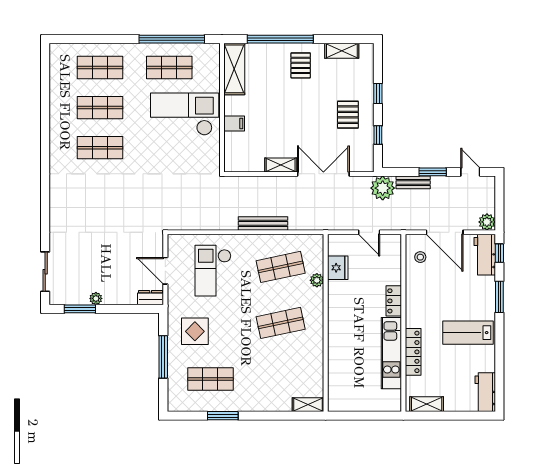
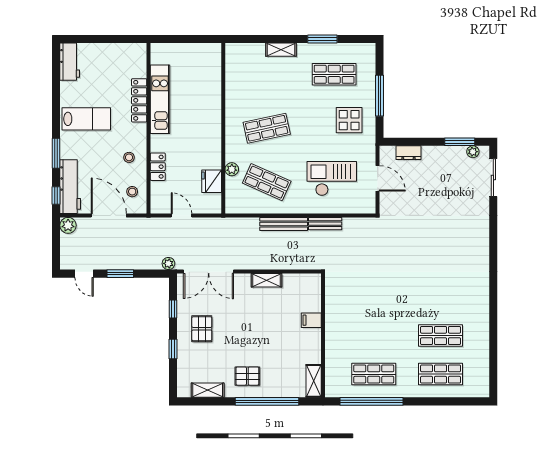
pallet: (301, 65) -> (247, 376), turned 90
shelving: (234, 69) -> (314, 381), width x0.67, depth x0.75
checkout: (185, 114) -> (359, 329), removed
shop shelf: (100, 148) -> (441, 297), removed
double door: (323, 174) -> (209, 272), moved
bench: (413, 182) -> (325, 224), moved
plant: (383, 188) -> (168, 263), width x0.53, depth x0.53
workbench: (485, 255) -> (70, 187), width x1.38
shop shelf: (281, 267) -> (267, 182), turned 36
checkout: (213, 271) -> (332, 179), turned -90
stool: (424, 293) -> (129, 157), added
plant: (96, 298) -> (473, 152), moved
dresser: (151, 298) -> (408, 153), moved
locker: (394, 301) -> (158, 167), moved
shelving: (427, 404) -> (126, 50), removed
shelving: (308, 405) -> (281, 50), moved

